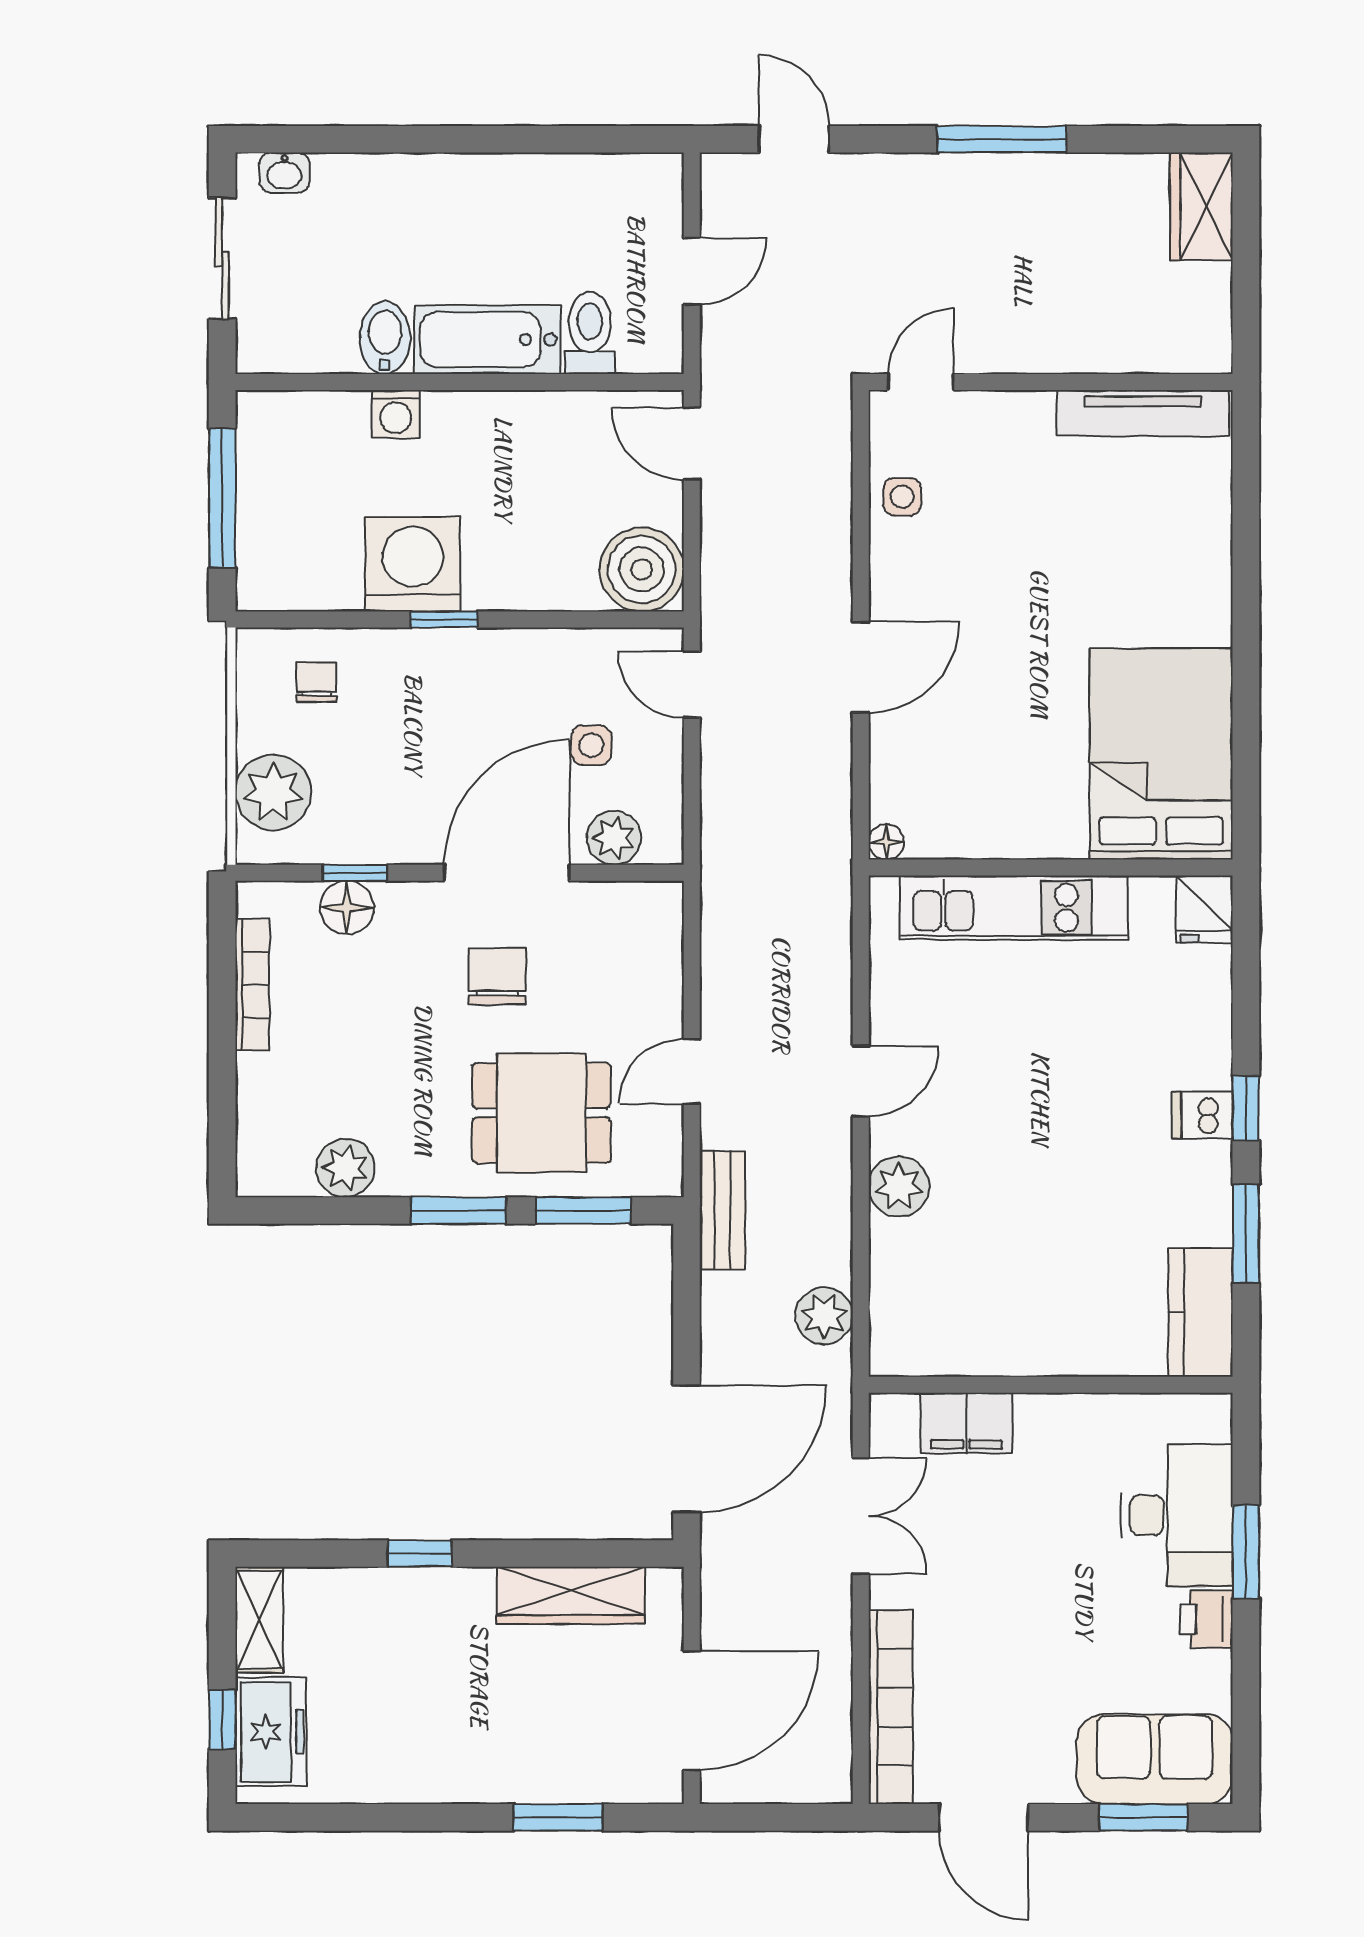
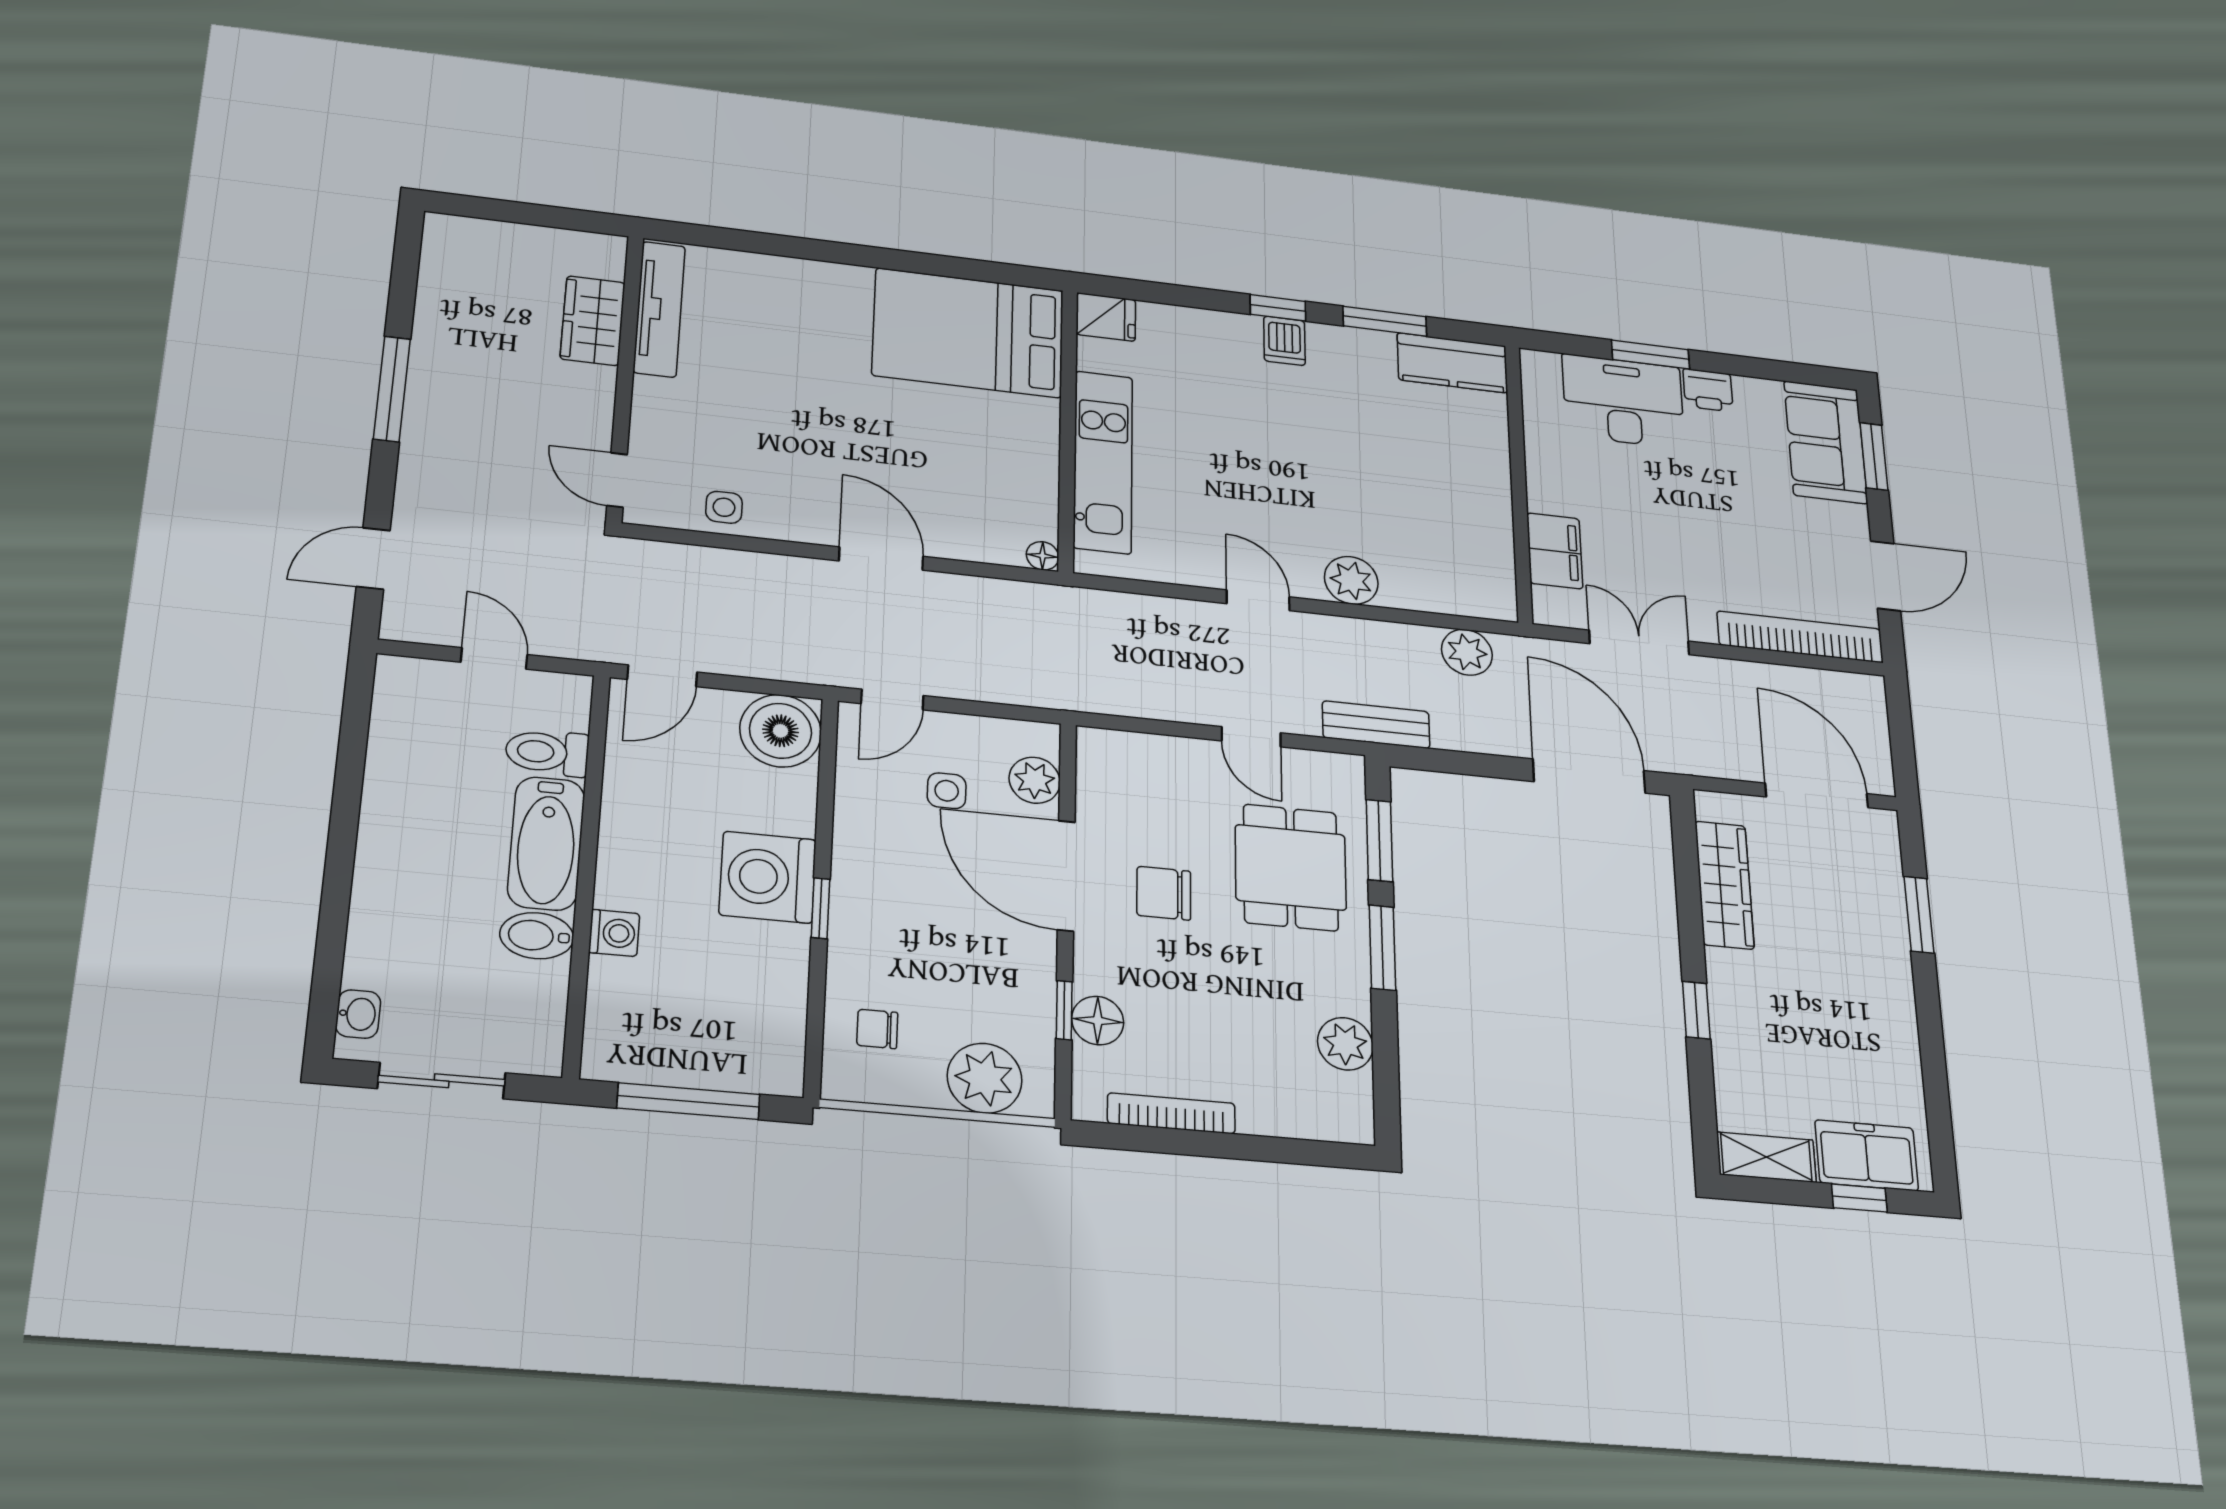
wardrobe: (1201, 206) -> (593, 321), moved, turned 90
washing machine: (413, 564) -> (768, 877), moved

